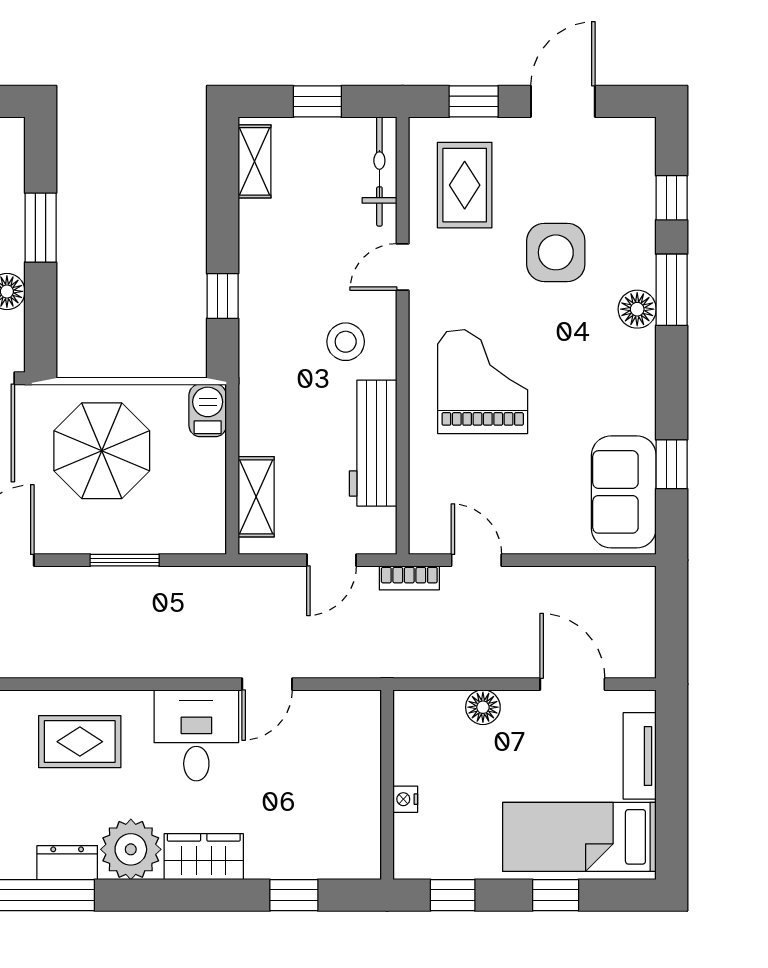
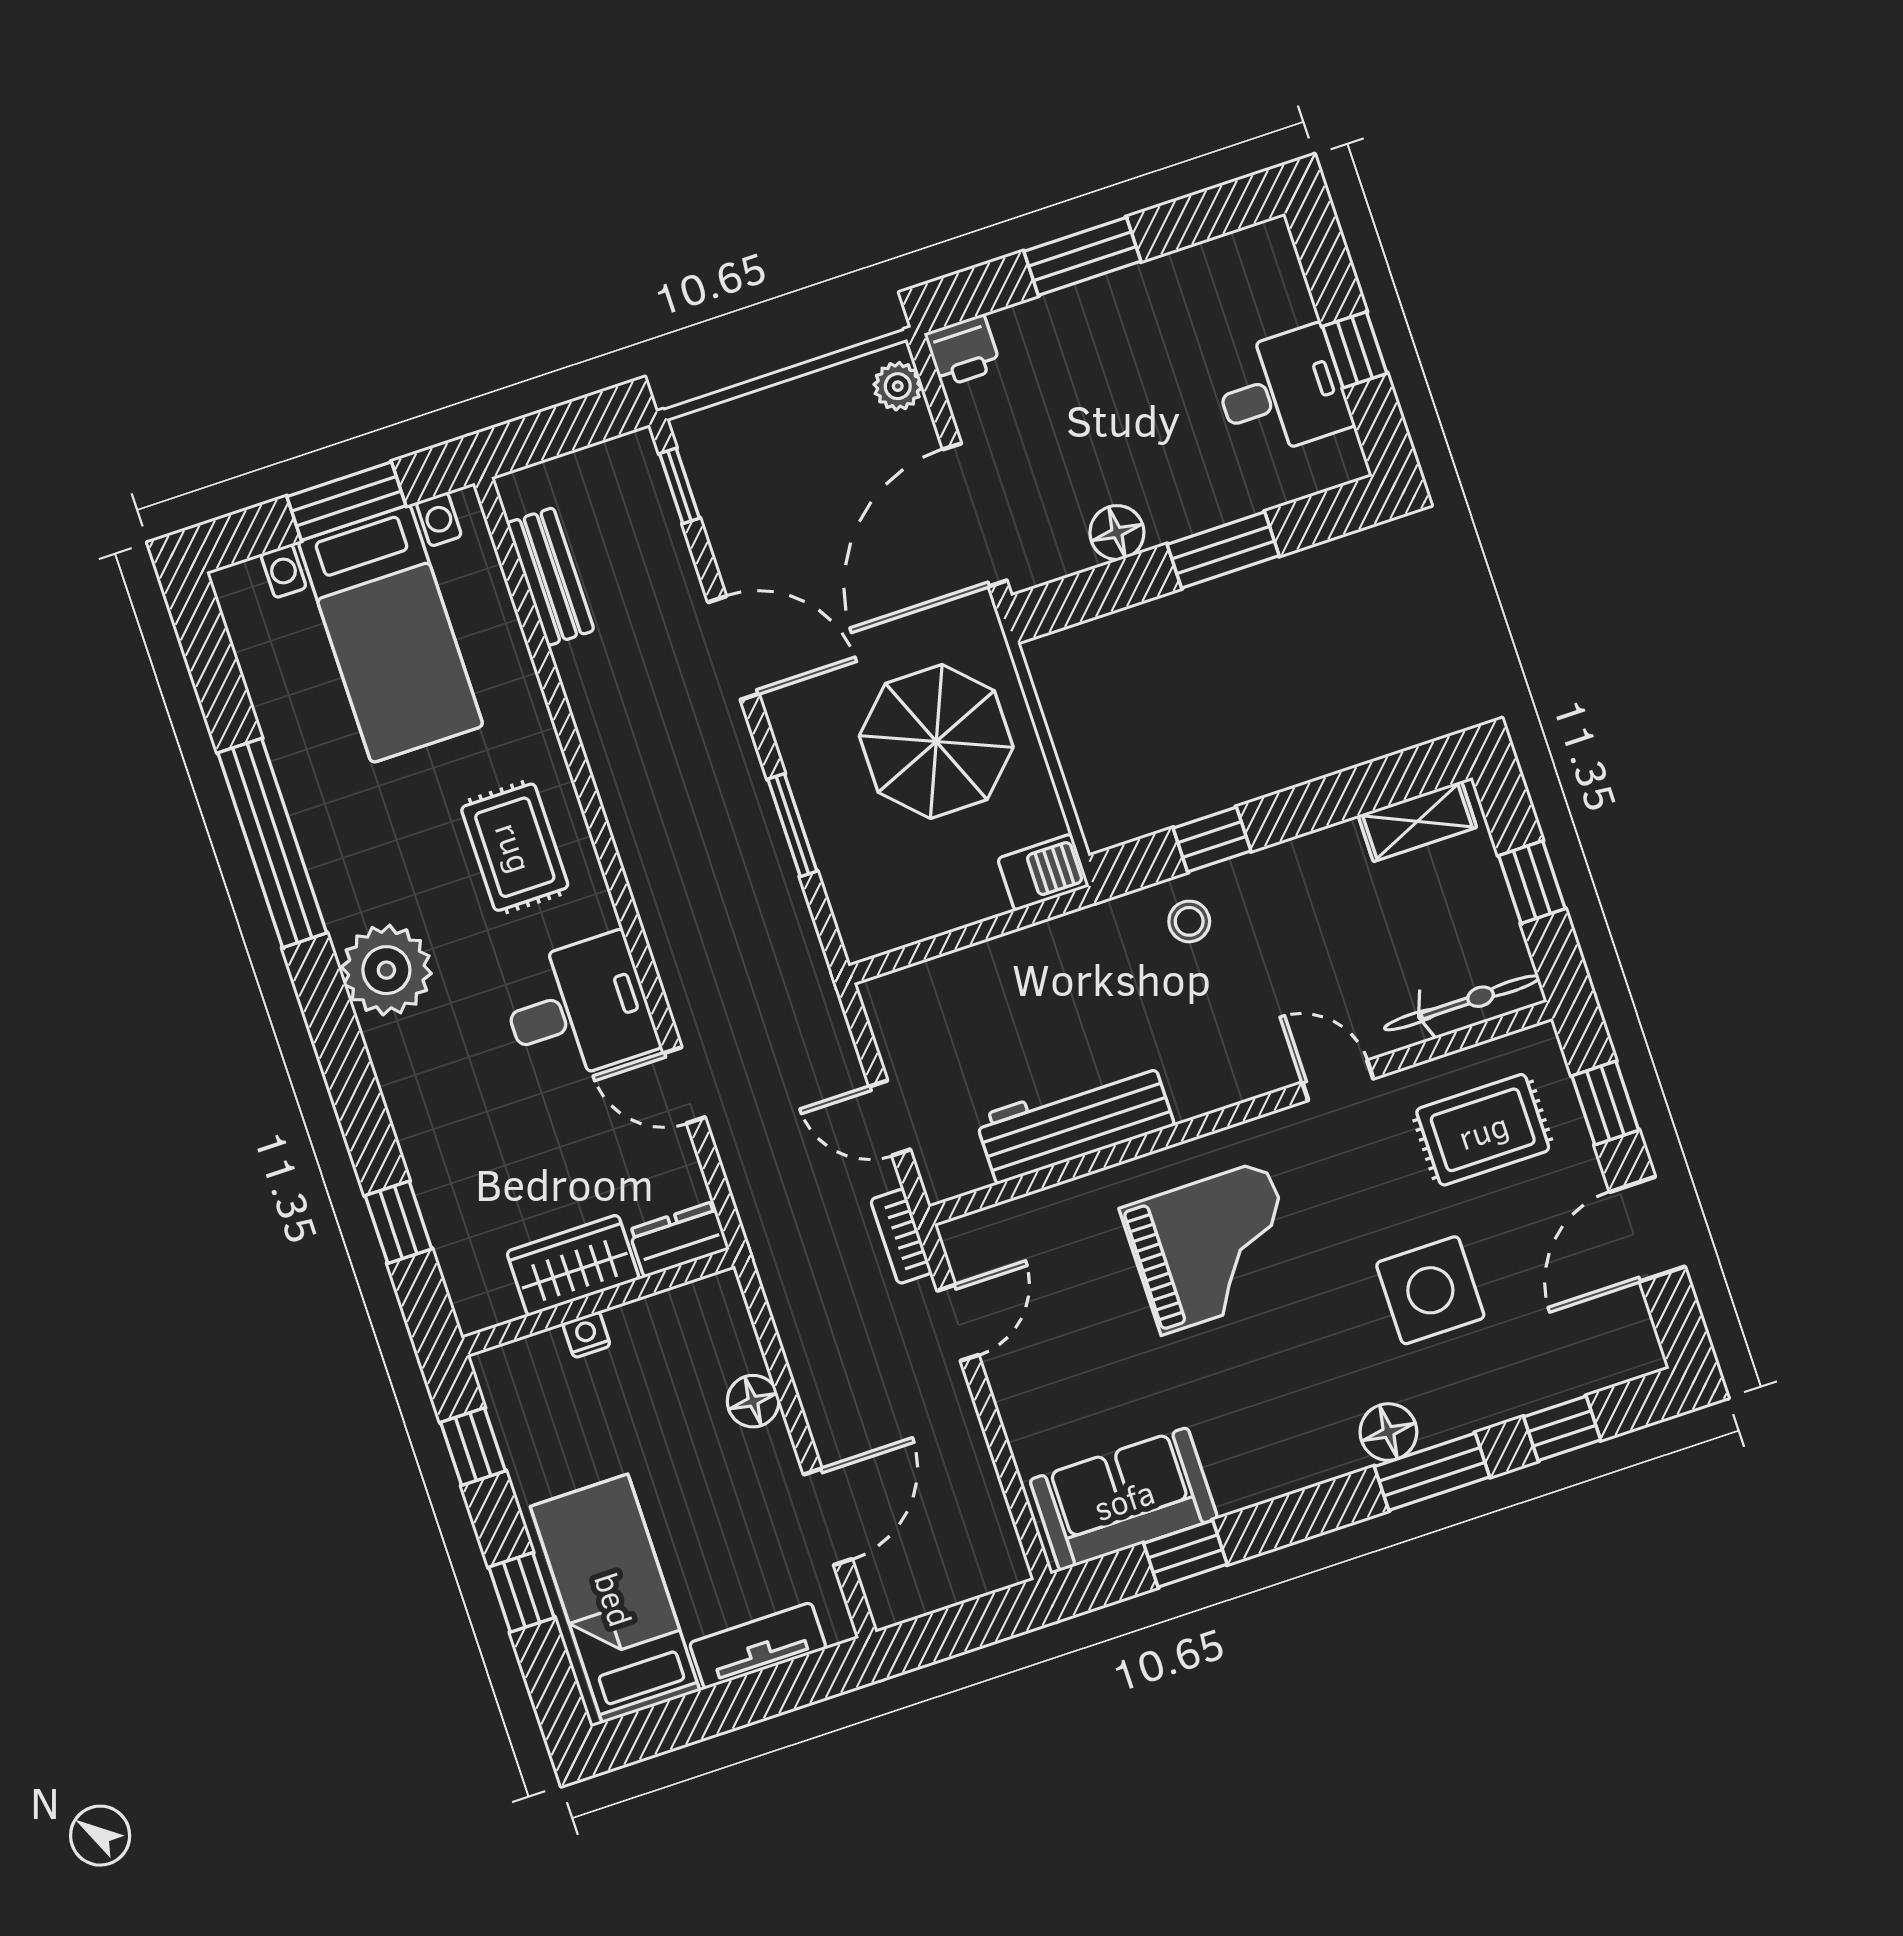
door: (563, 101) -> (1647, 1229), swing flipped
stool: (346, 342) -> (1189, 921), moved, width x0.73, depth x0.73
shelving: (256, 497) -> (944, 981), removed
wardrobe: (204, 857) -> (573, 1265), moved, turned -90
dresser: (67, 863) -> (679, 1239), moved, turned -90

